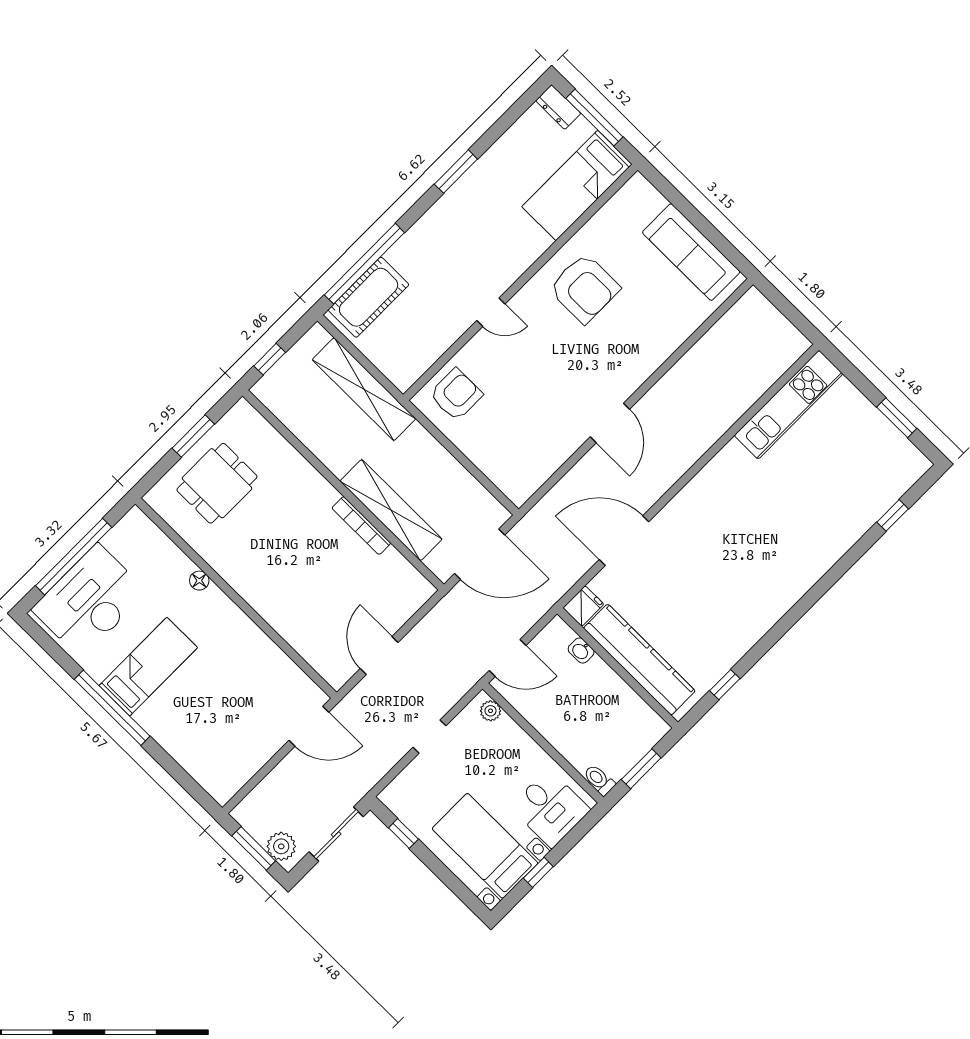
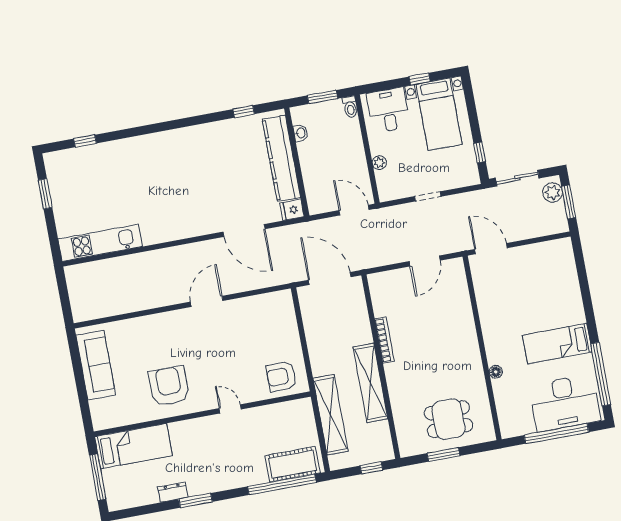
dresser: (558, 107) -> (173, 492), moved, turned -90
shelving: (391, 510) -> (370, 383), moved
washbasin: (581, 651) -> (301, 133), moved
window: (112, 708) -> (601, 374), moved
plant: (491, 711) -> (379, 163), moved

